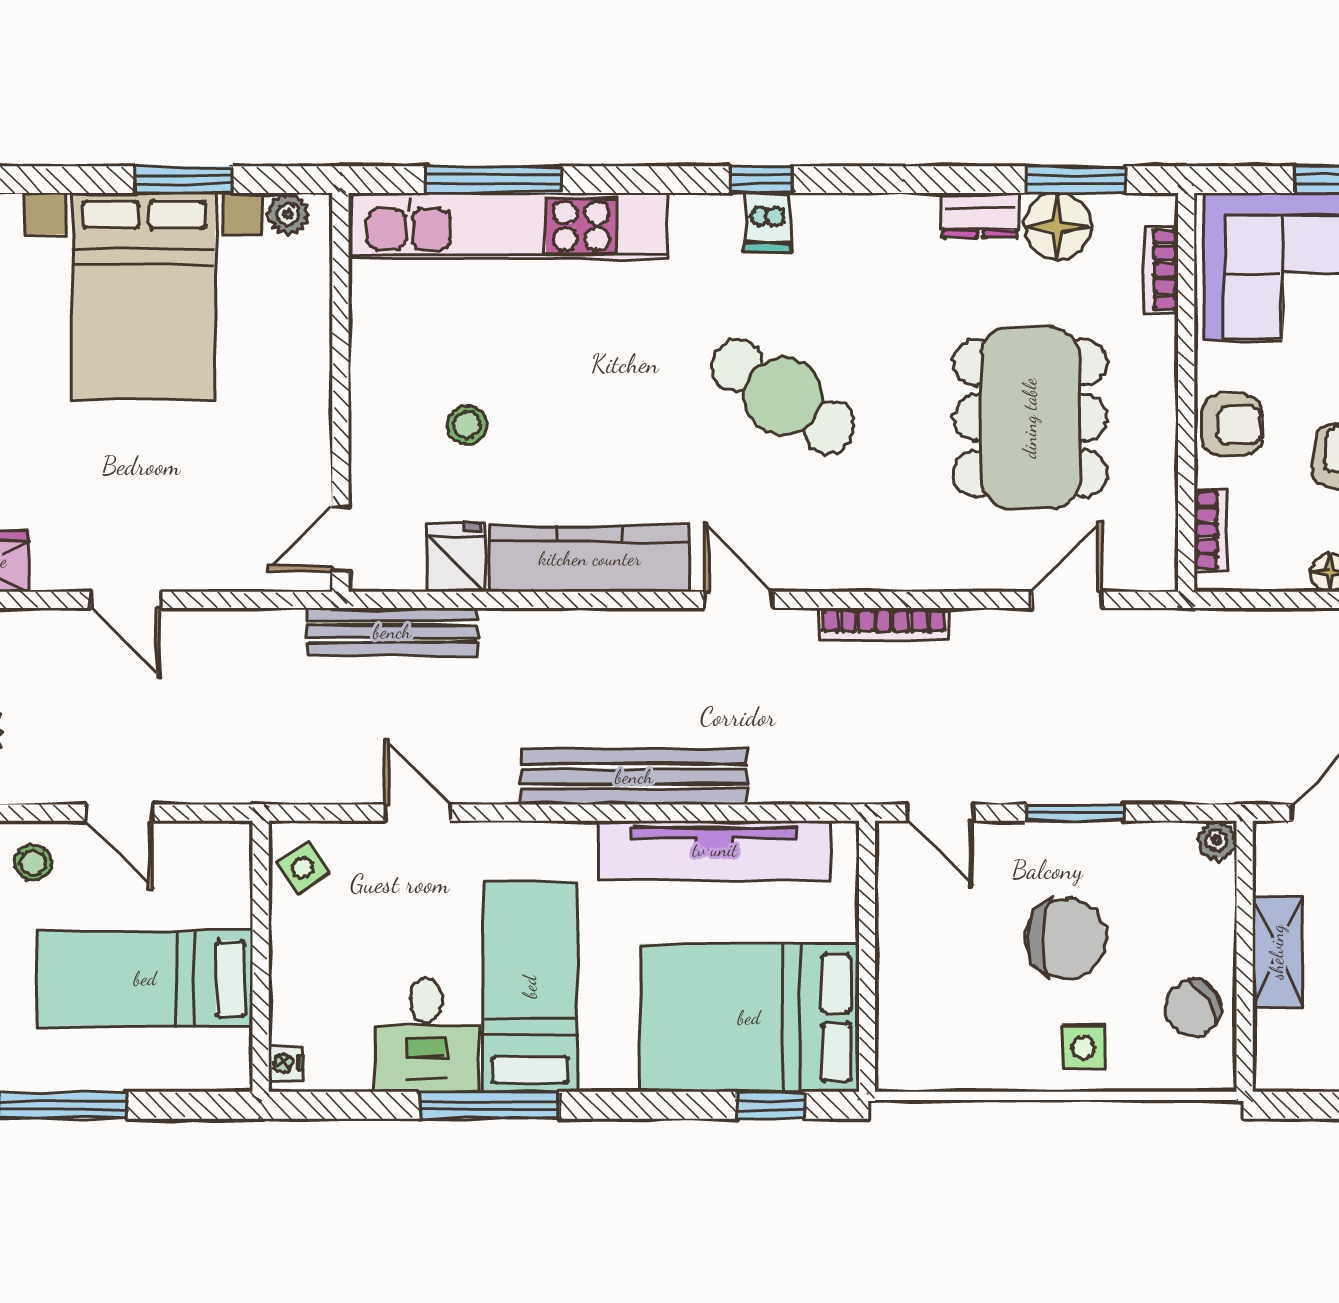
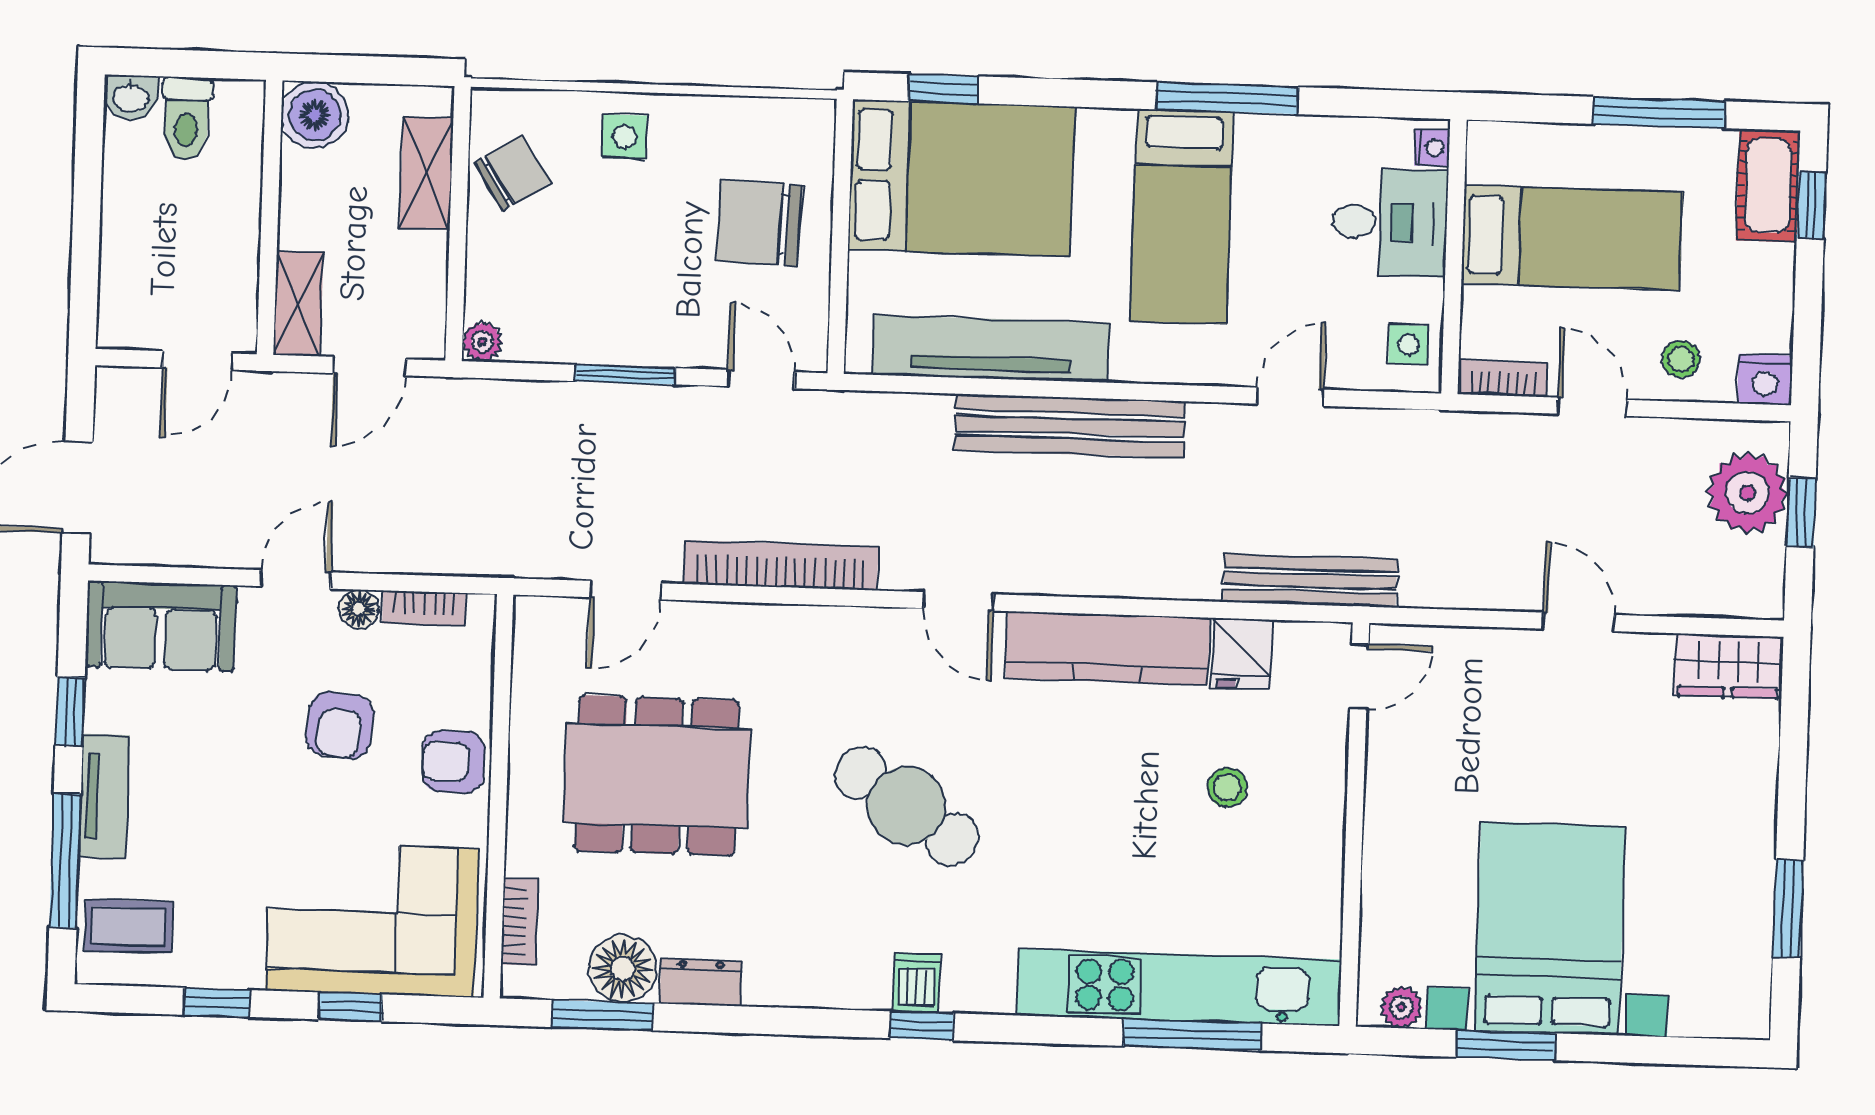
dining table: (1030, 418) -> (657, 776), turned 90
bookcase: (1210, 530) -> (424, 608), moved, turned -90
bookcase: (884, 624) -> (781, 565), width x1.48, depth x1.31
door: (418, 813) -> (1290, 397), swing flipped
bookcase: (208, 838) -> (1503, 378), added
side table: (303, 868) -> (1408, 345), turned 34
chair: (1066, 938) -> (759, 223), moved
shelving: (1277, 952) -> (427, 173), moved
desk: (426, 1035) -> (1389, 222), moved, turned 90

